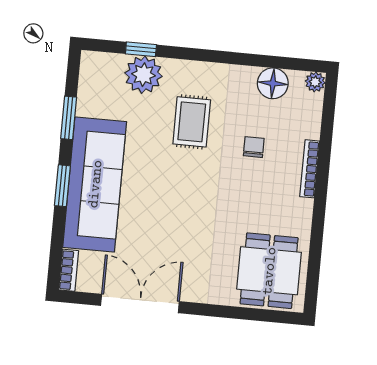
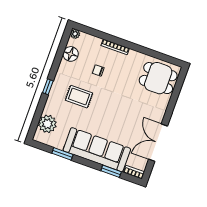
window: (141, 49) -> (48, 87), moved
plant: (143, 75) -> (47, 124), moved
window: (62, 186) -> (111, 171), moved

